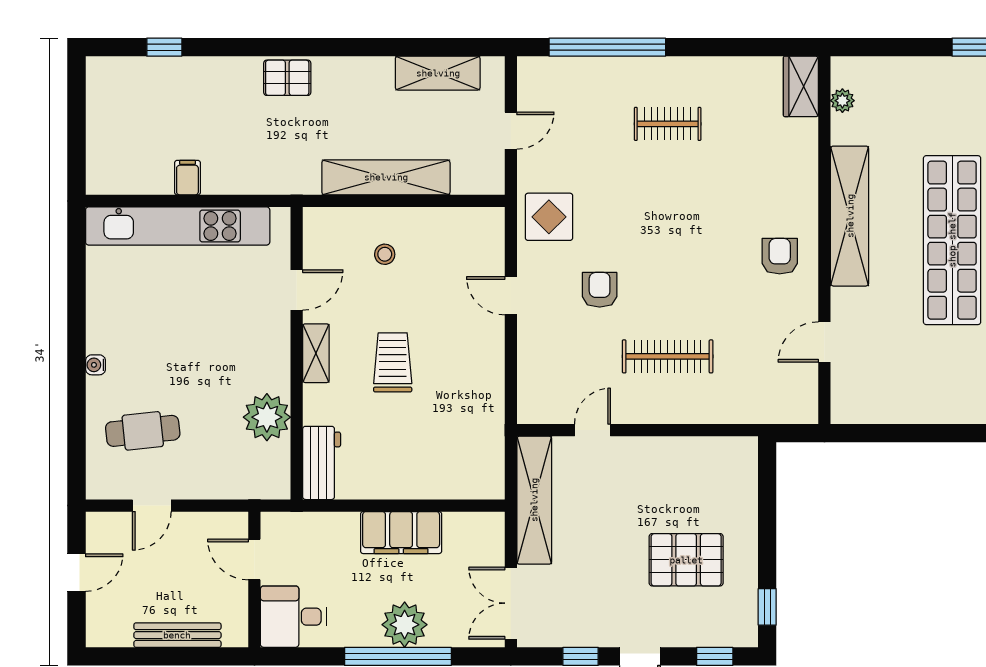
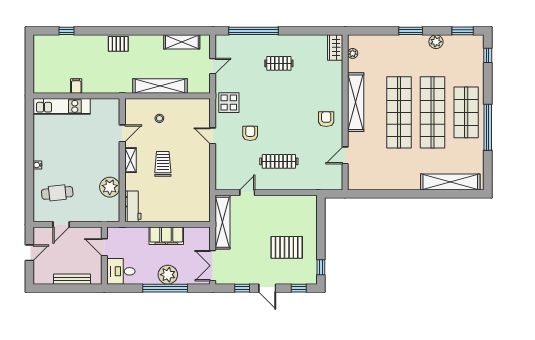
kitchen unit: (178, 226) -> (62, 106), width x0.73

